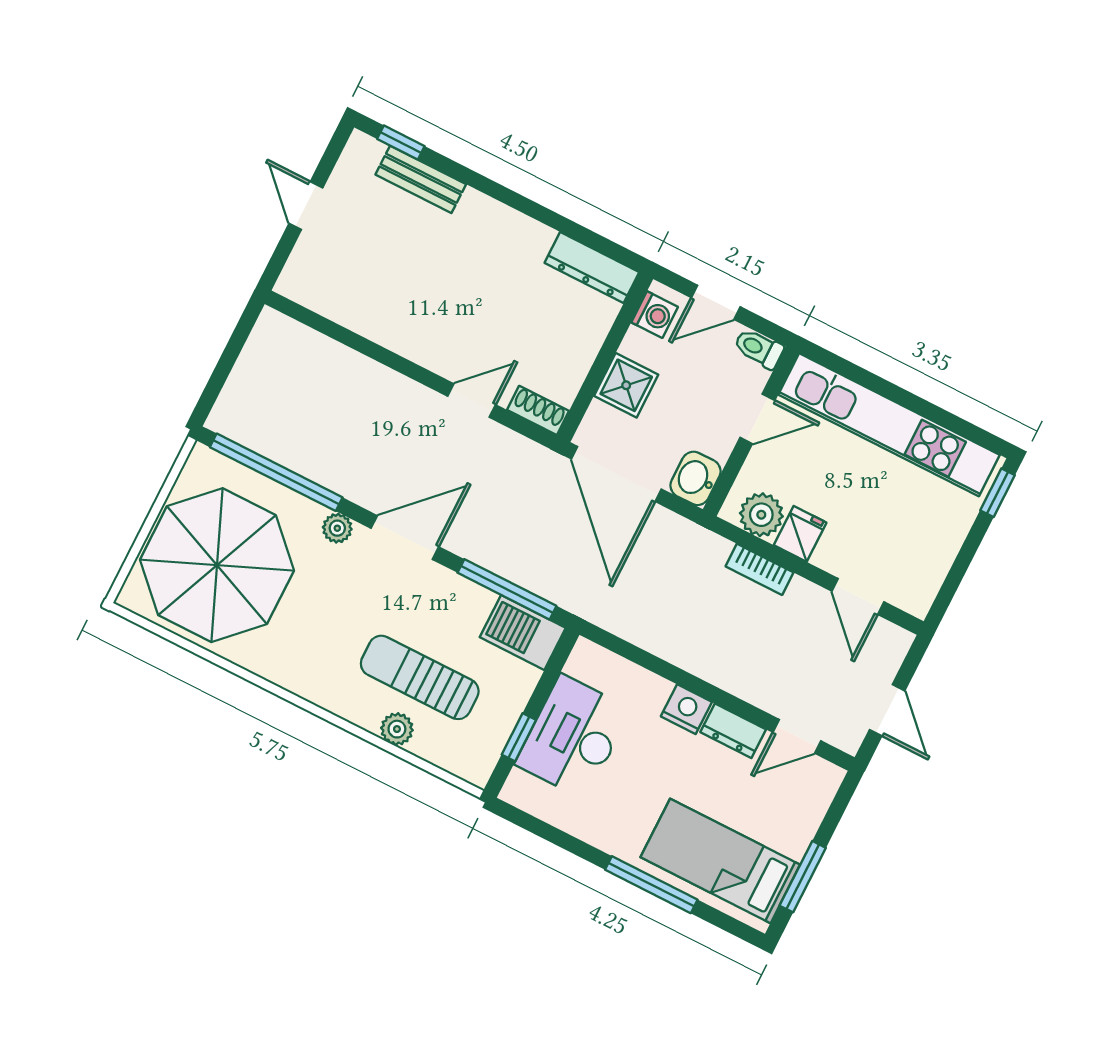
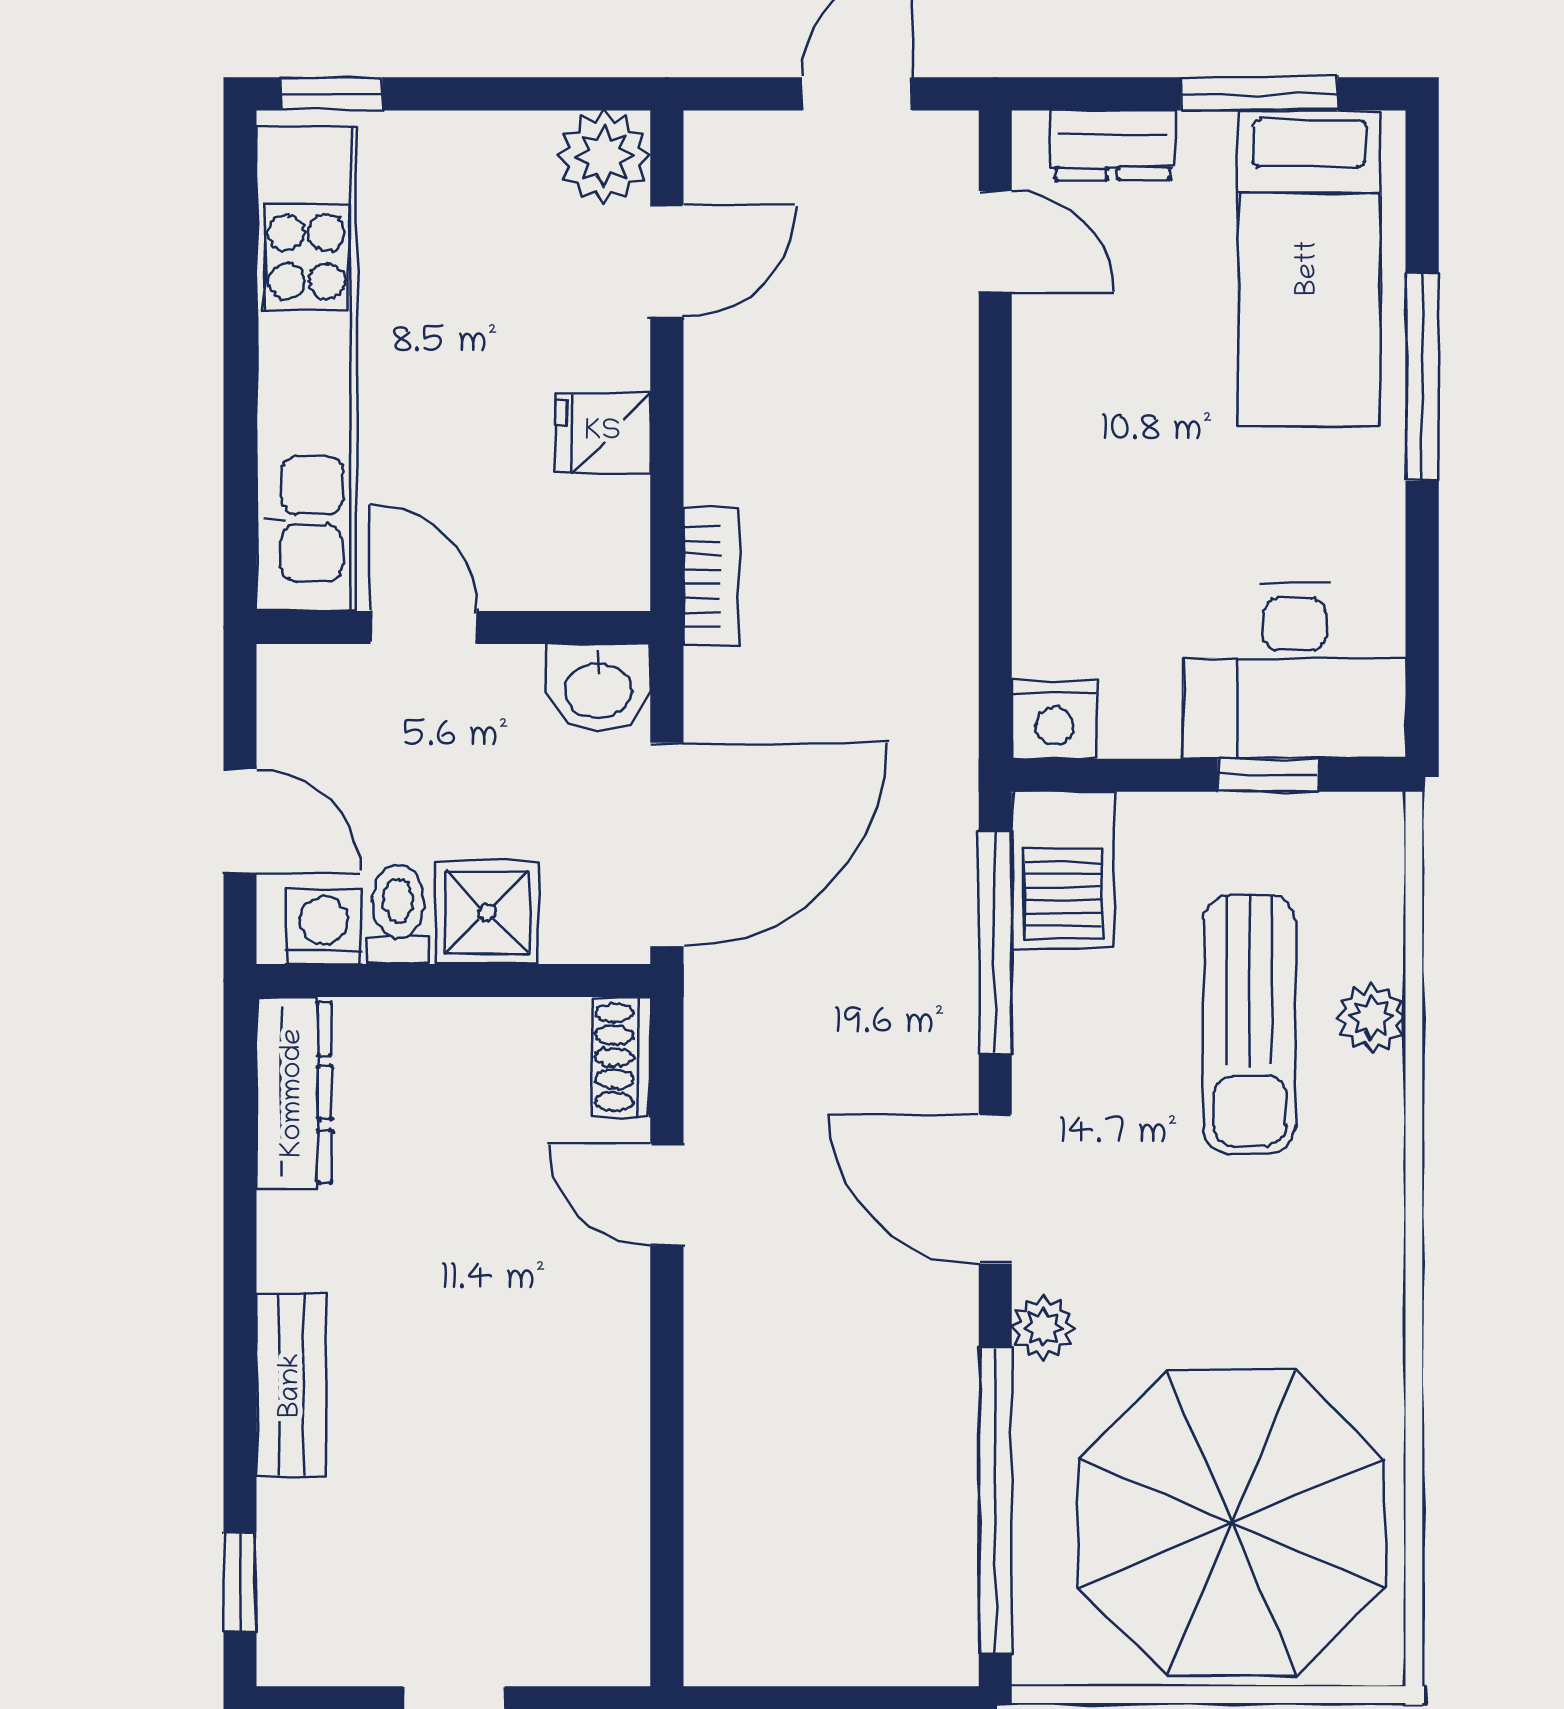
bench: (421, 179) -> (292, 1385), moved
toilet: (759, 348) -> (398, 914), moved, turned 180
plant: (761, 515) -> (604, 157), moved
bookcase: (759, 569) -> (711, 576), moved
nightstand: (686, 709) -> (1054, 720), moved, turned -90
dresser: (733, 731) -> (1113, 145), moved, turned 90
desk: (573, 737) -> (1295, 672), moved

